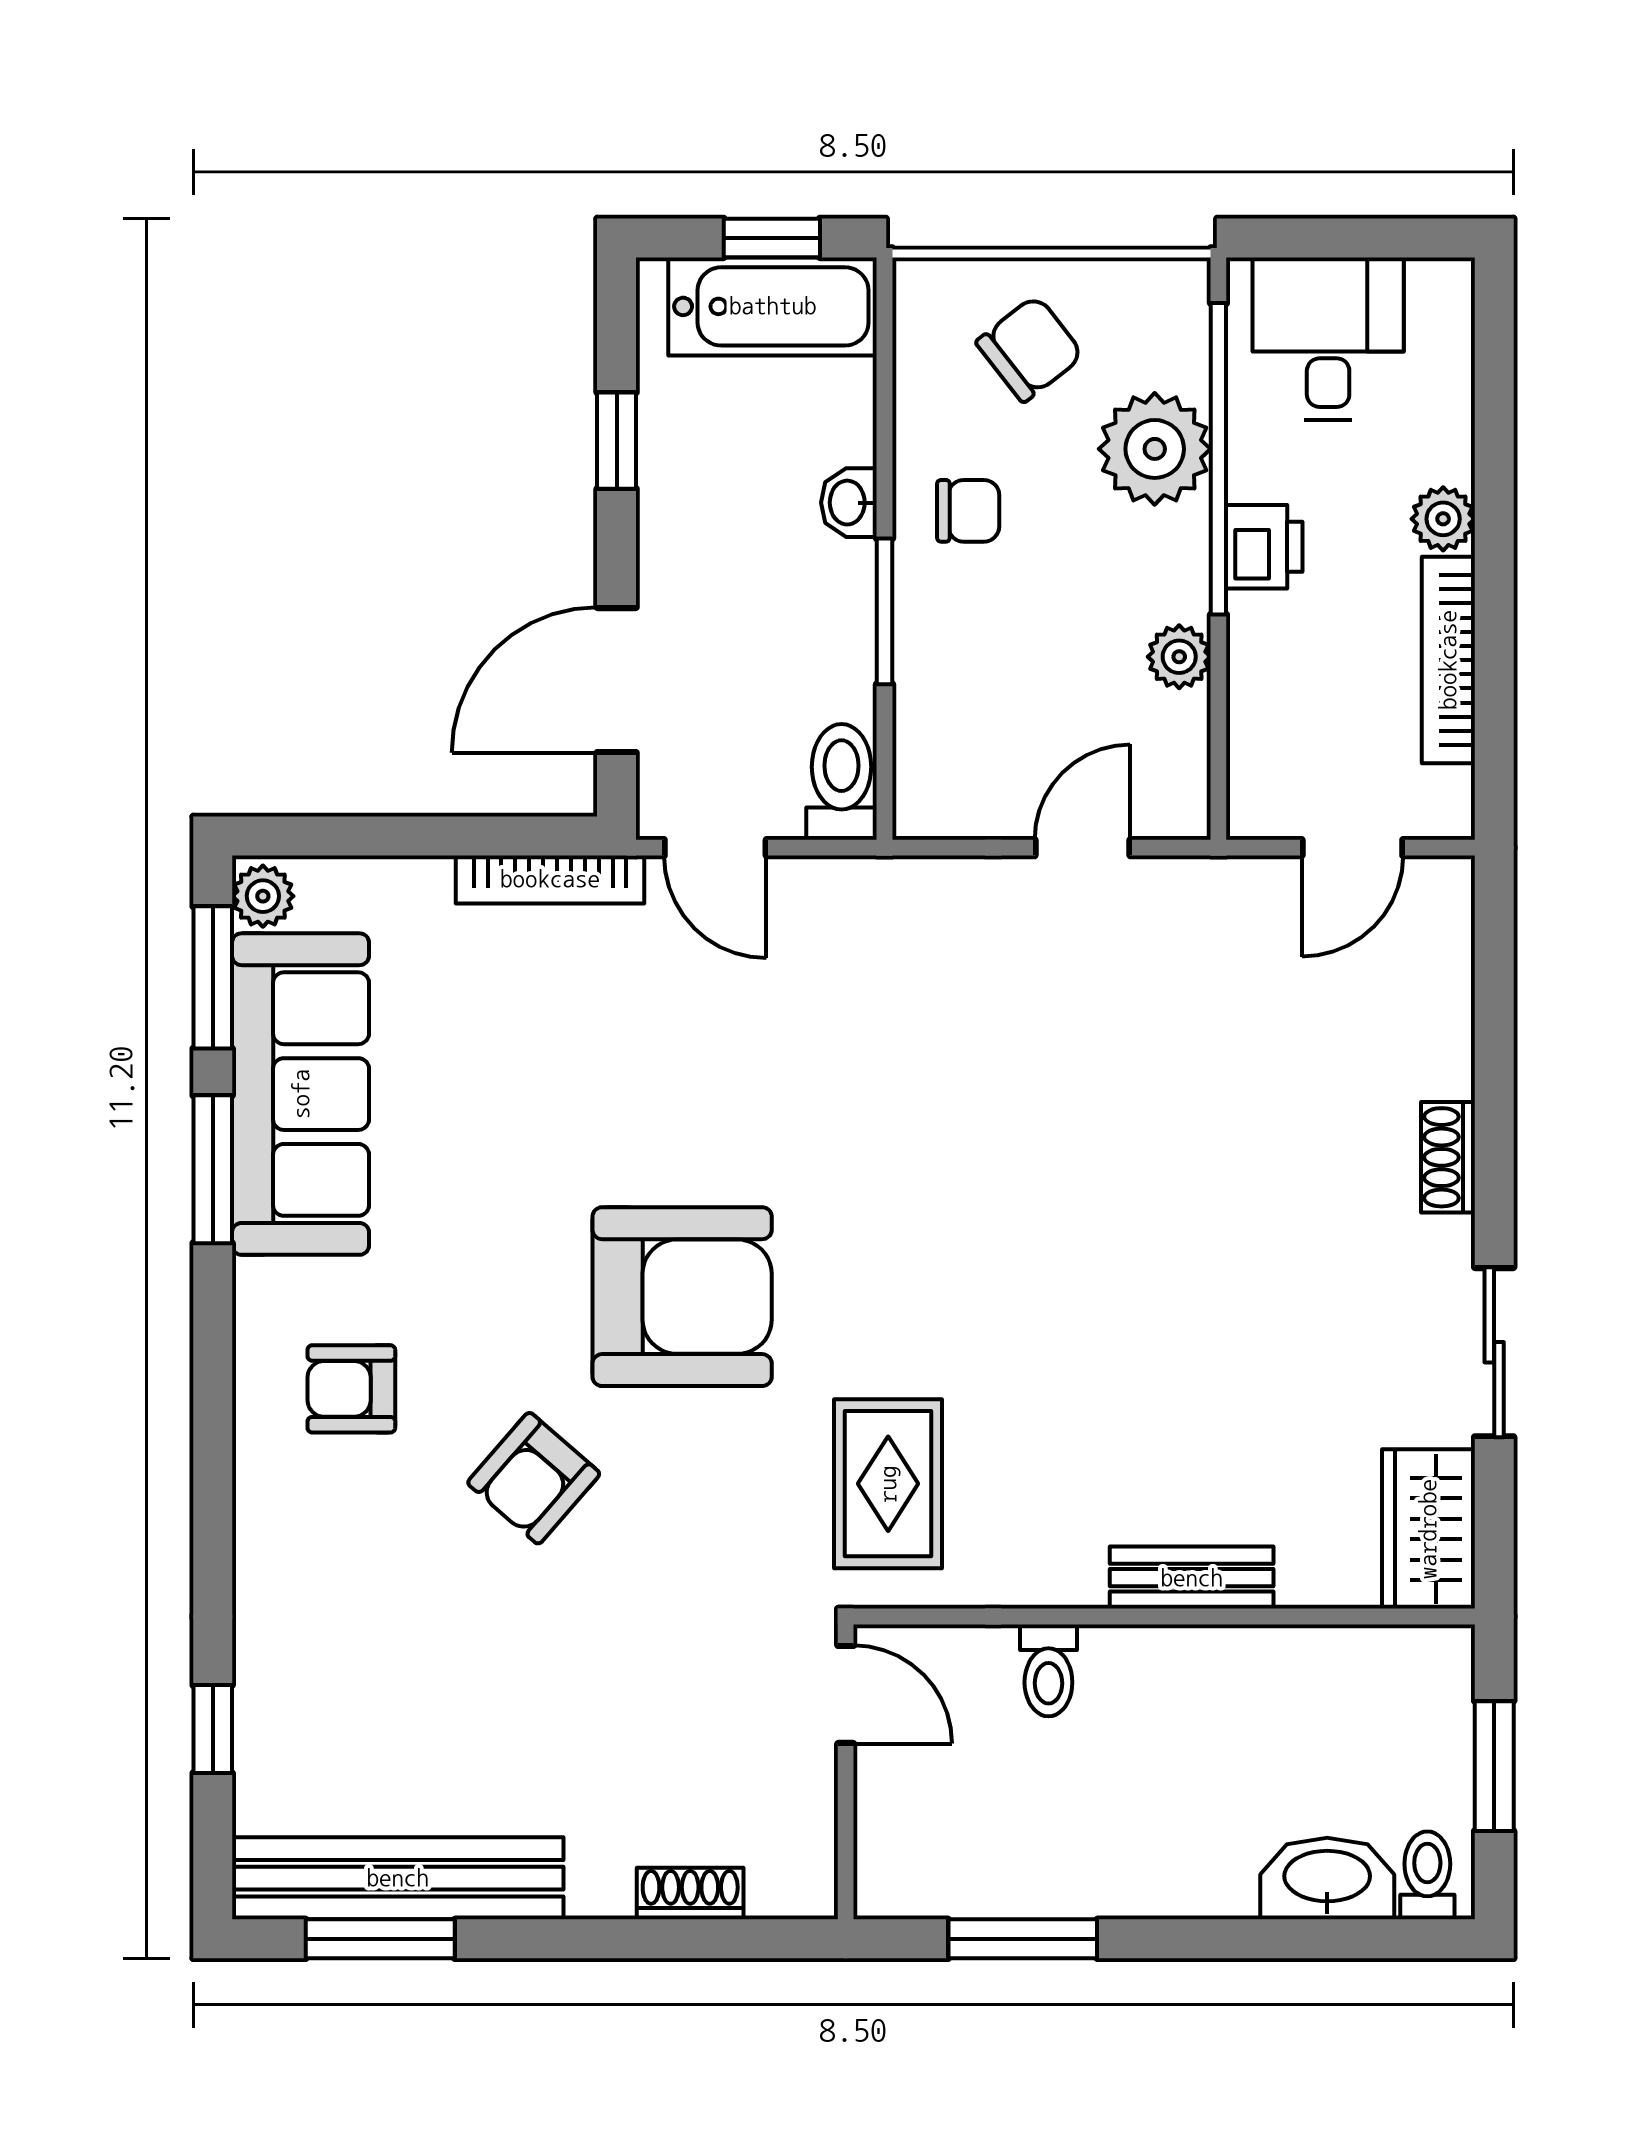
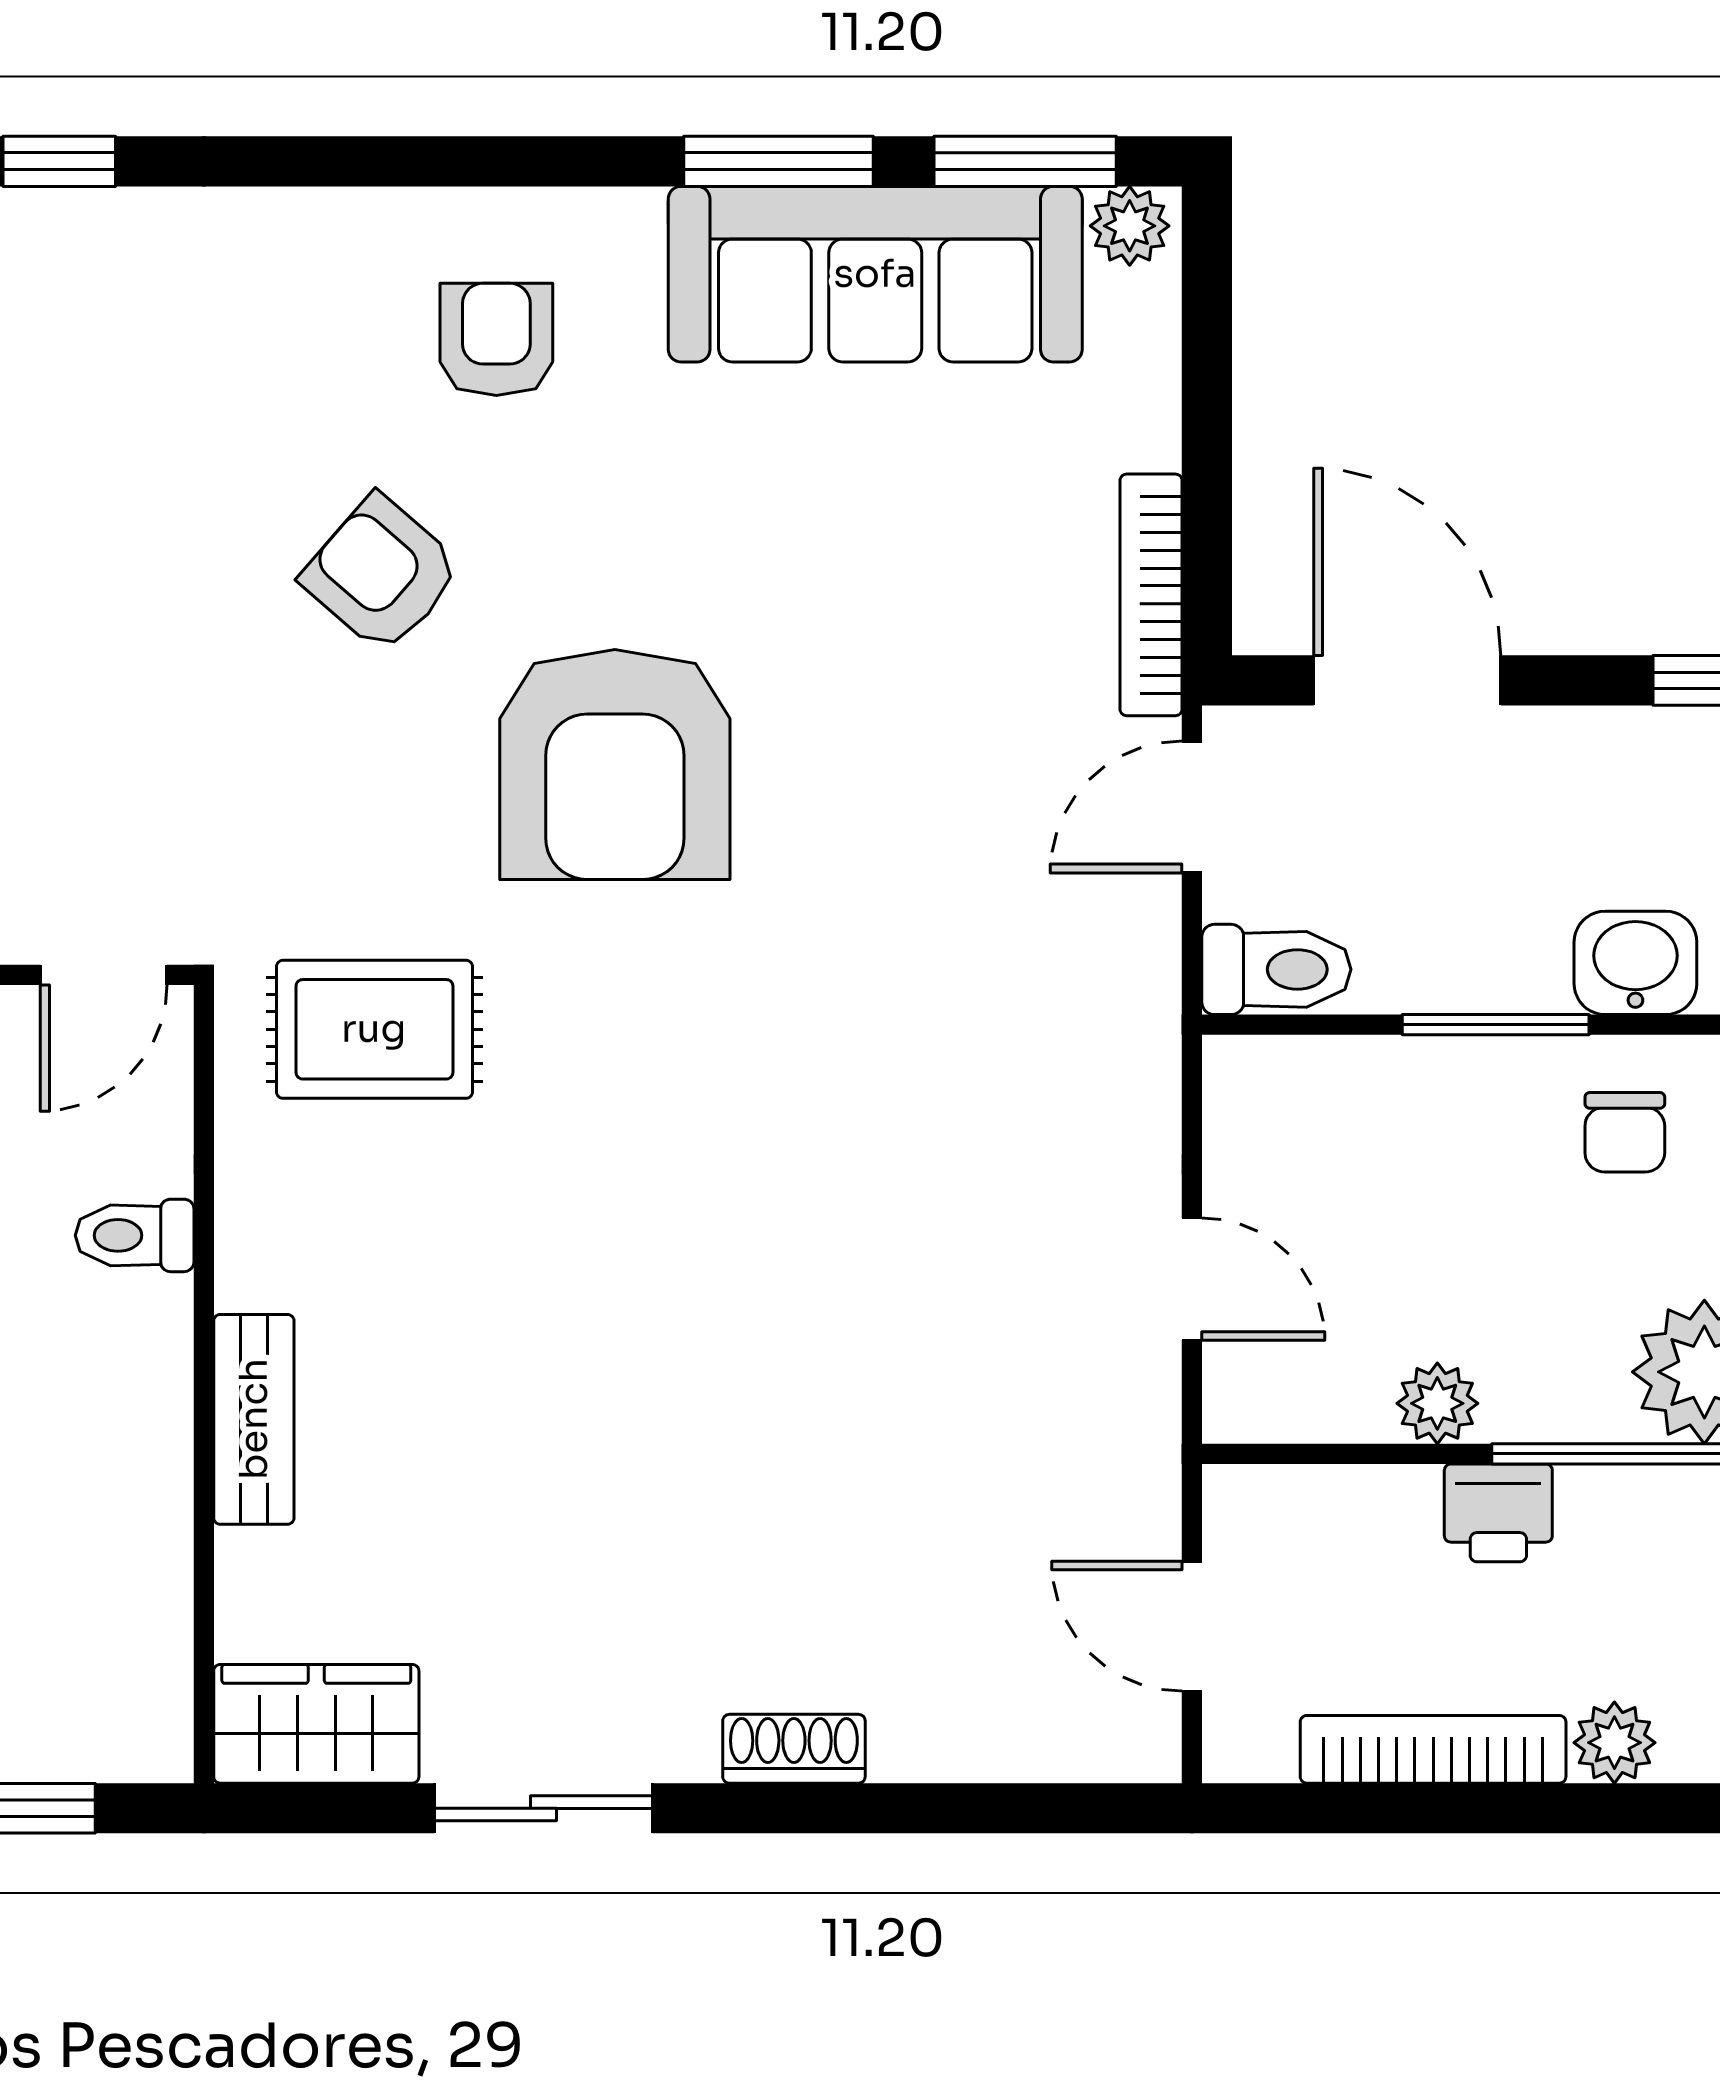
washbasin: (849, 503) -> (1635, 963), width x1.38, depth x1.45
printer: (1264, 547) -> (1498, 1513), moved

